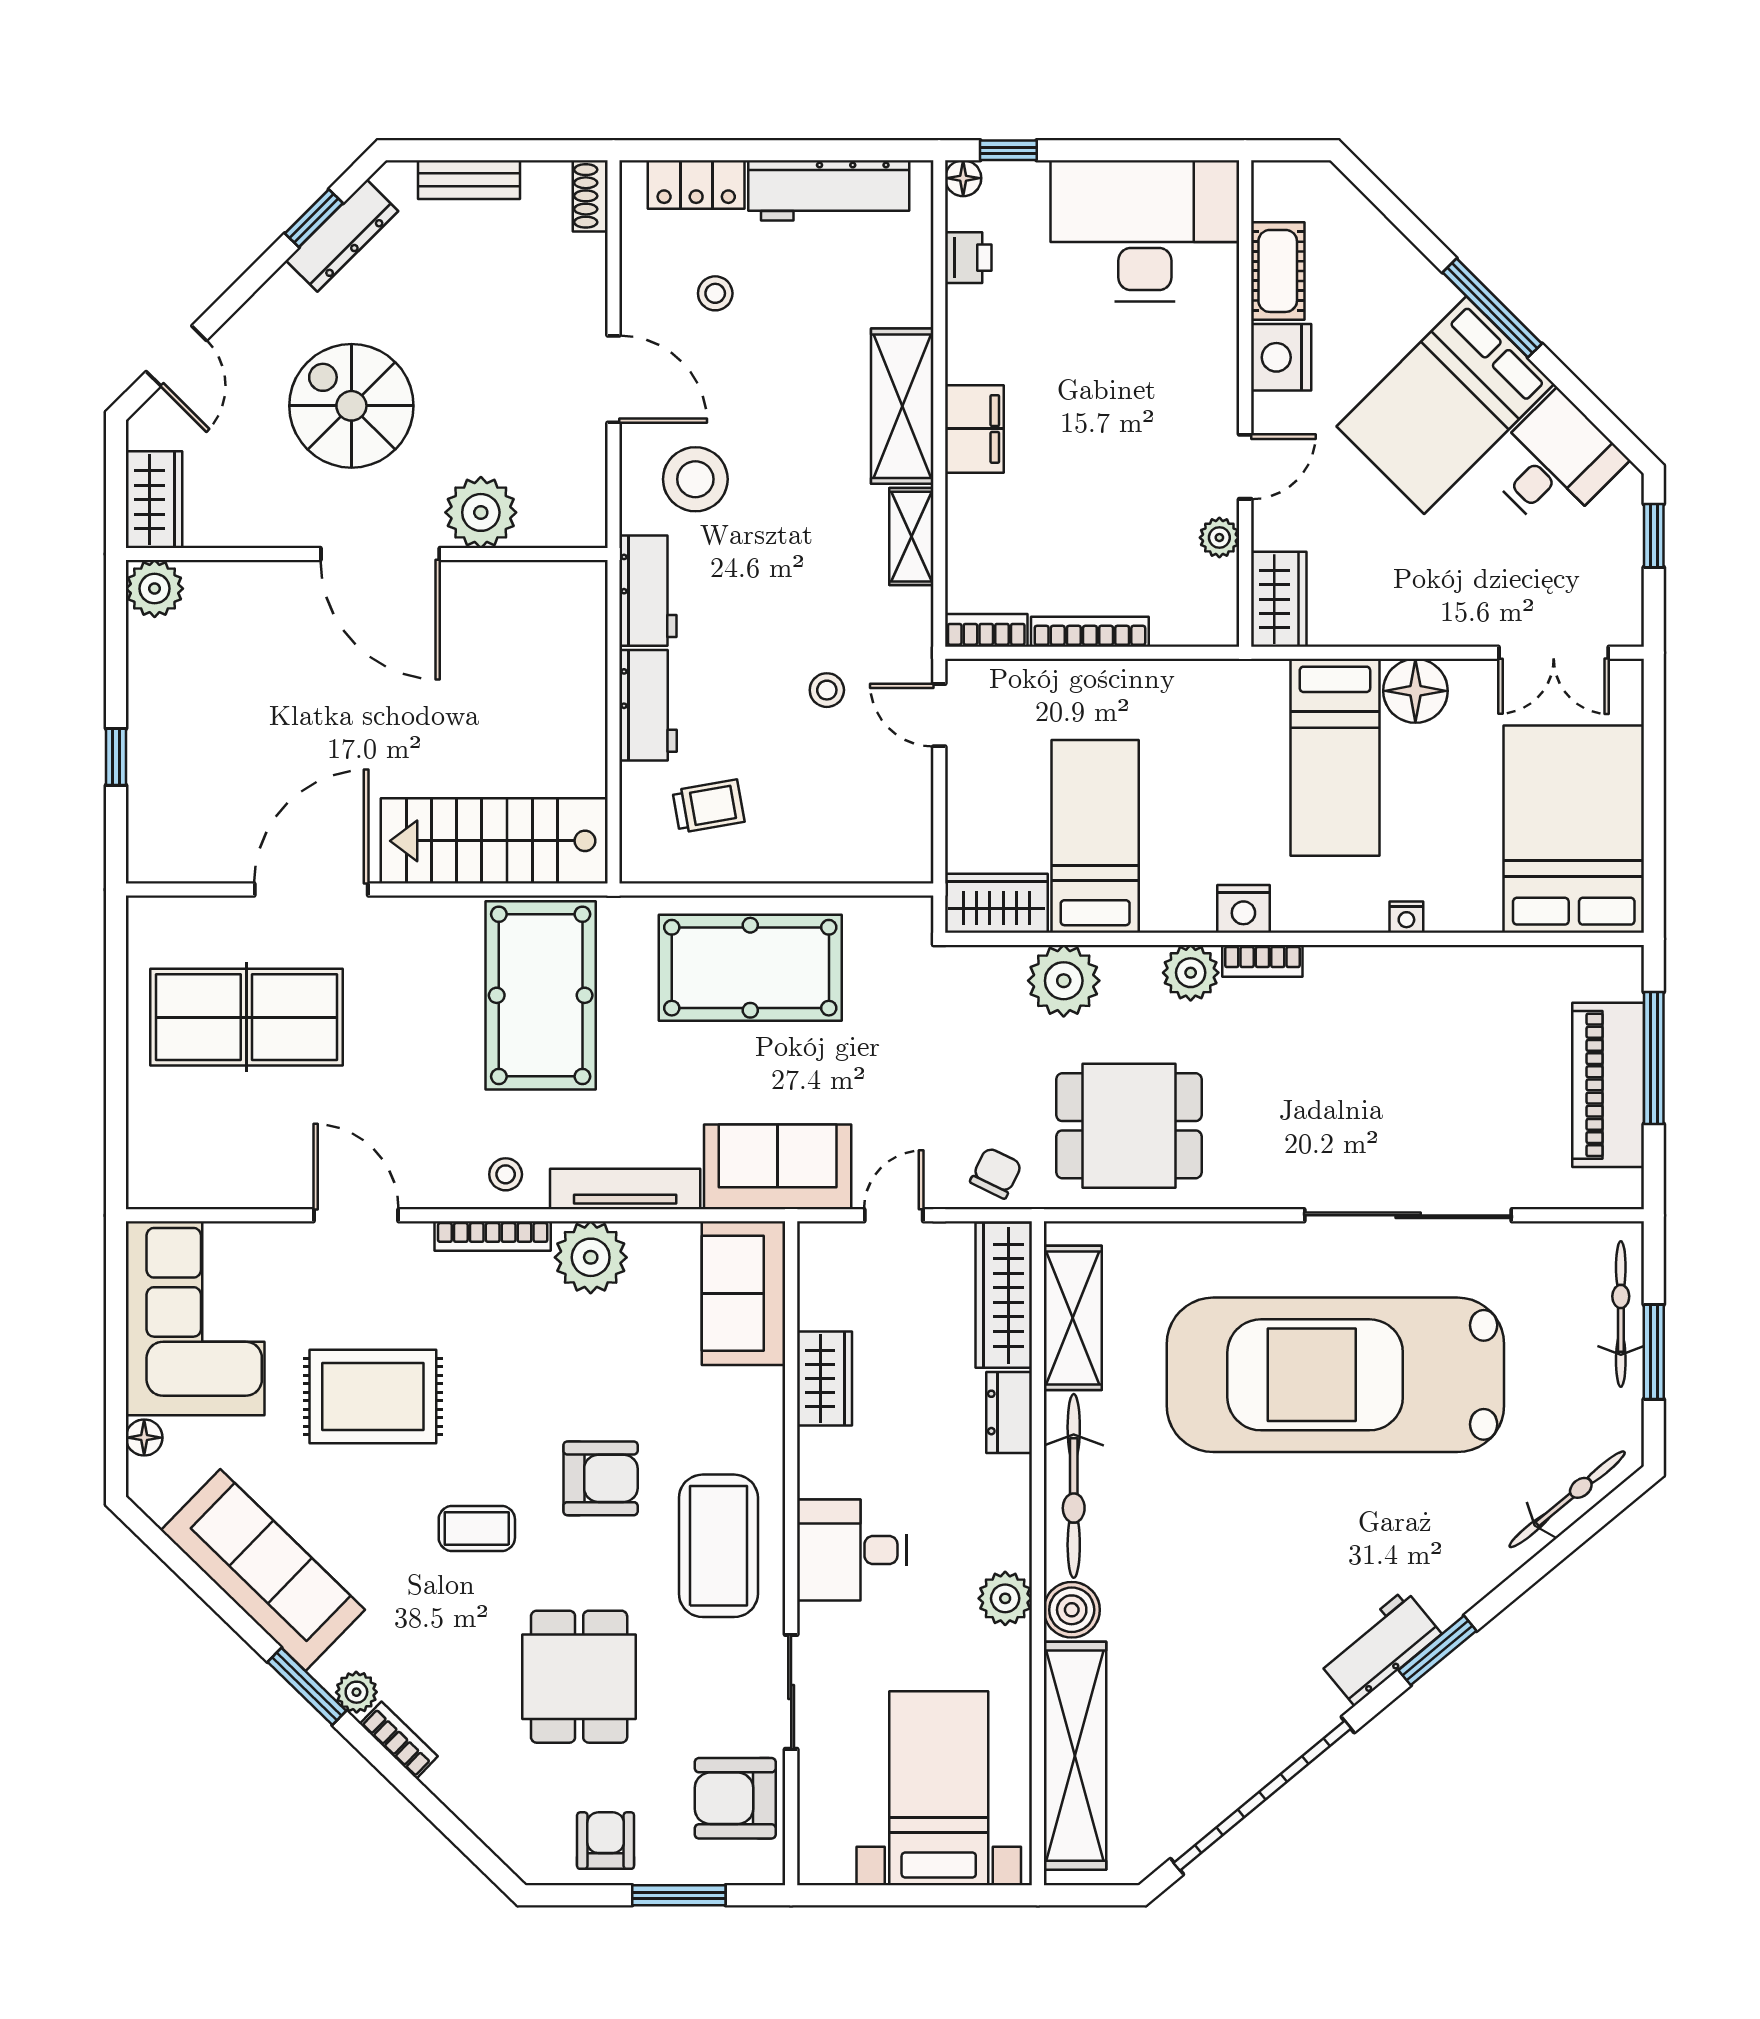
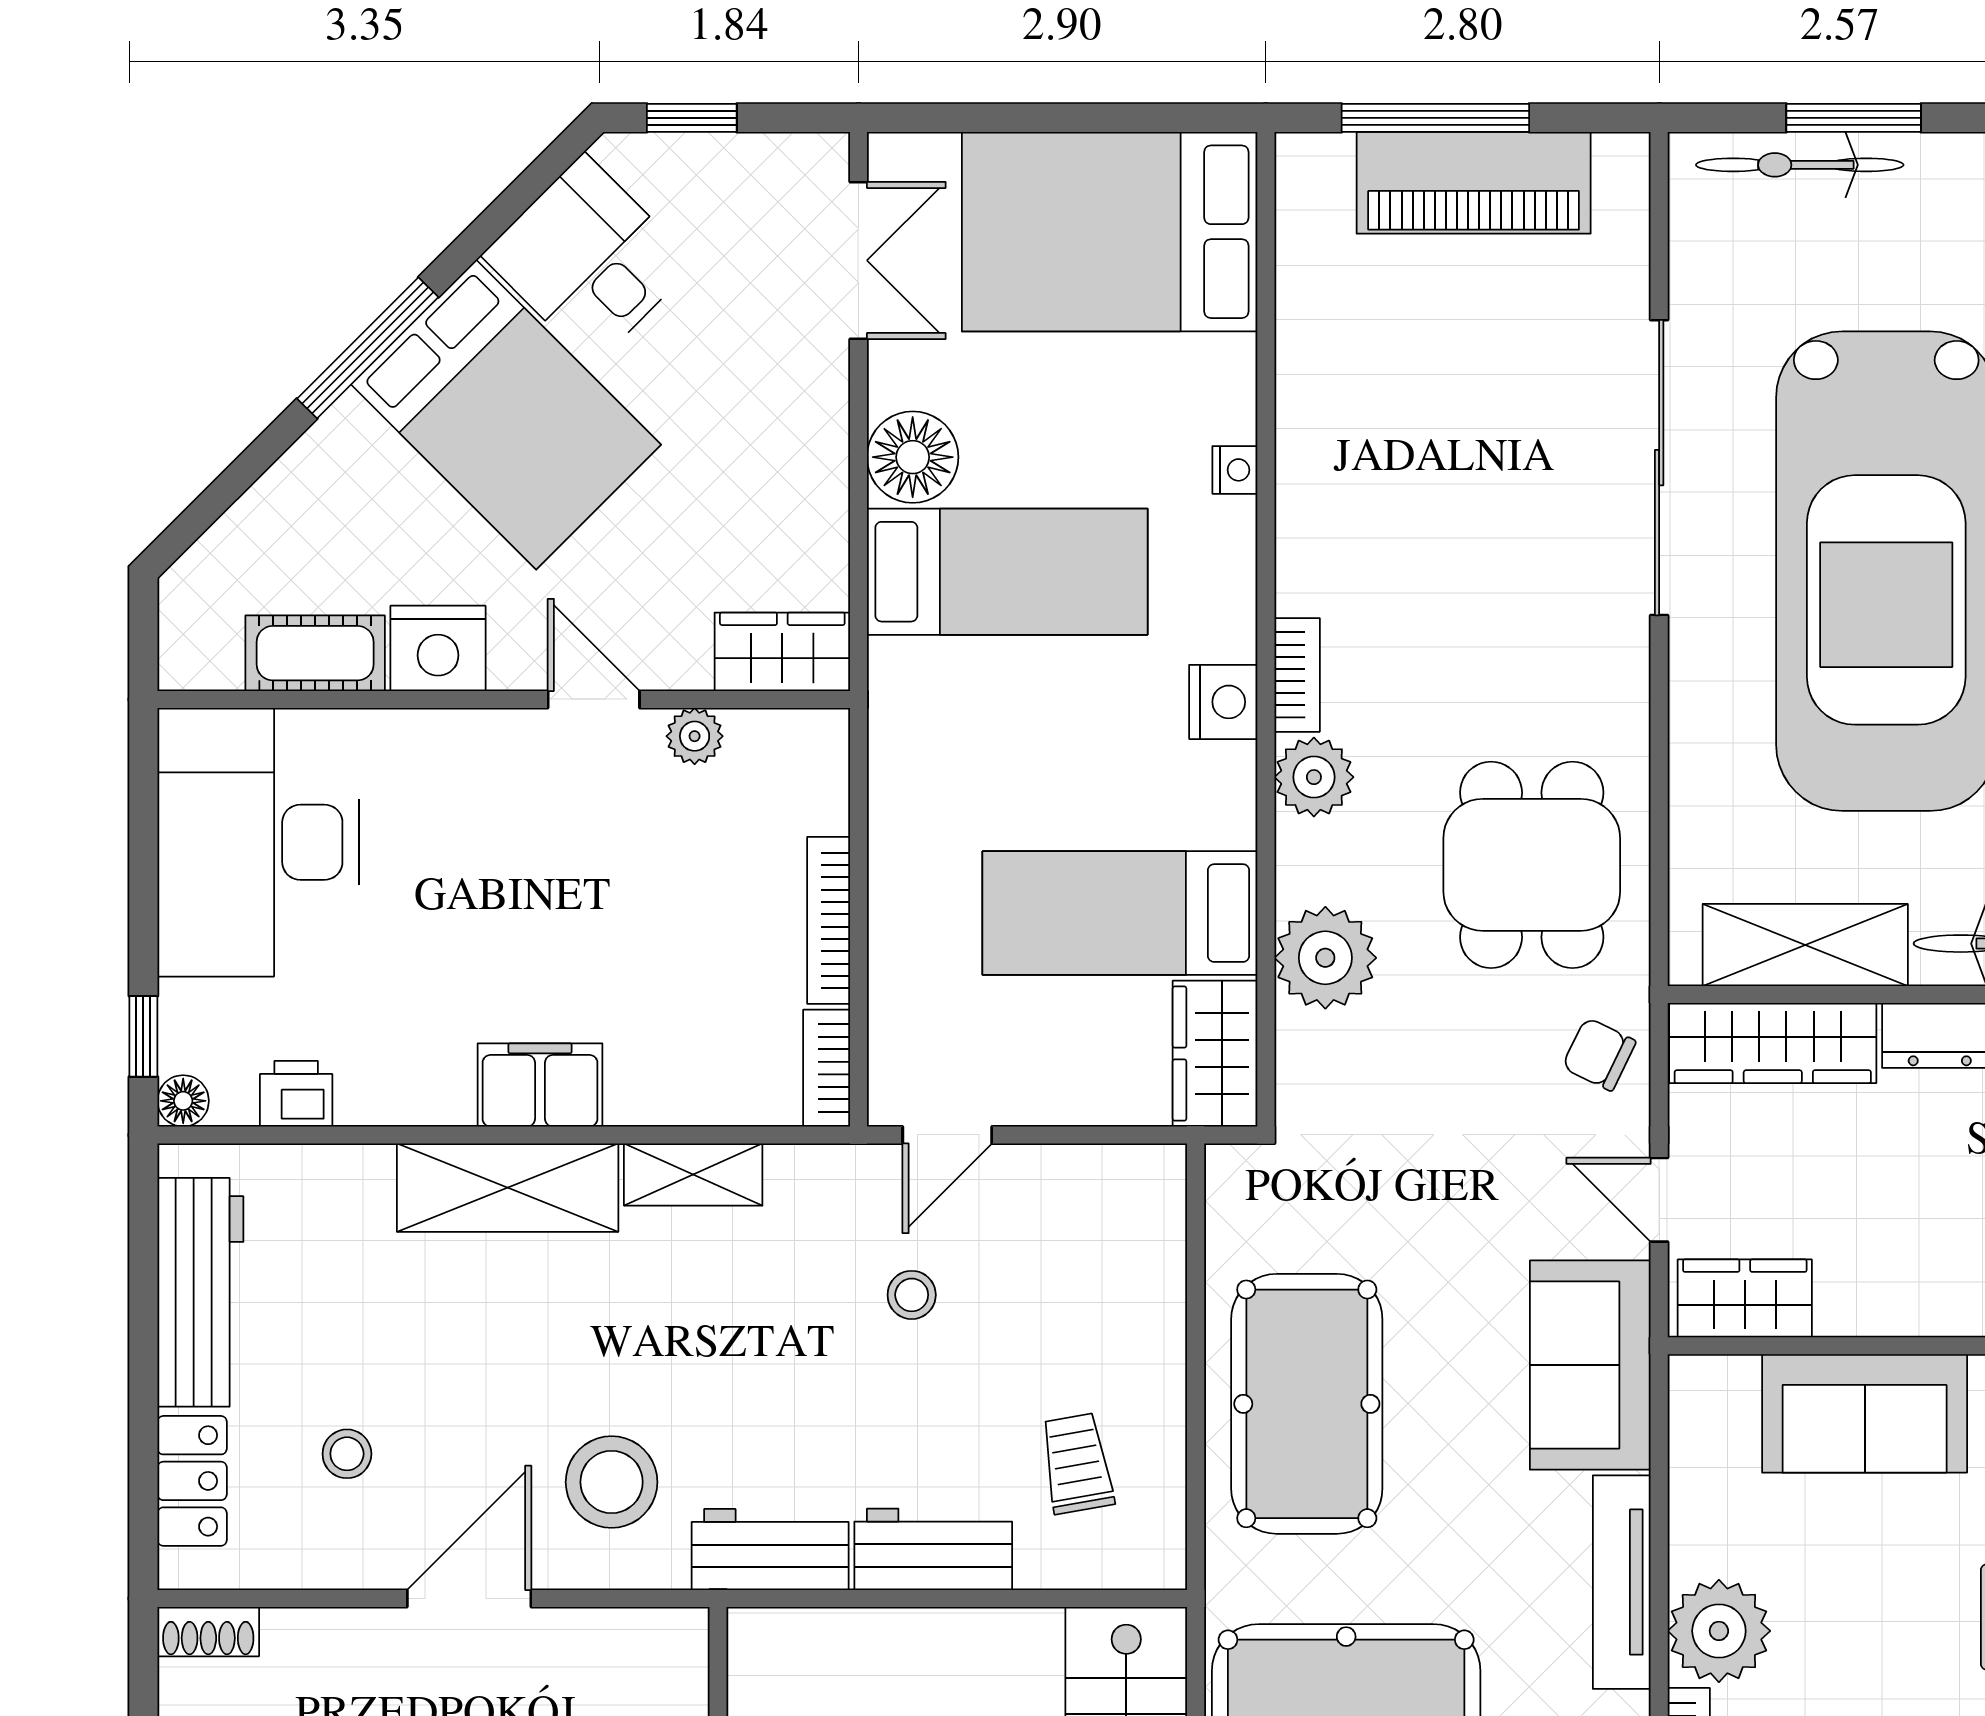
sofa: (744, 1293) -> (1865, 1413), moved
wardrobe: (824, 1379) -> (1745, 1298), moved

